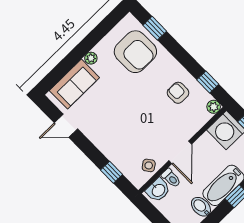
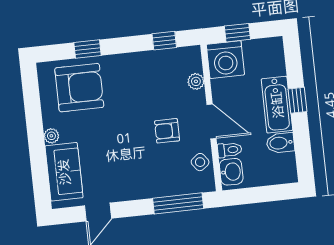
window: (155, 28) -> (87, 49), moved
armchair: (178, 93) -> (167, 131), moved
plant: (214, 107) -> (196, 81), moved
window: (112, 172) -> (178, 203), width x2.17

